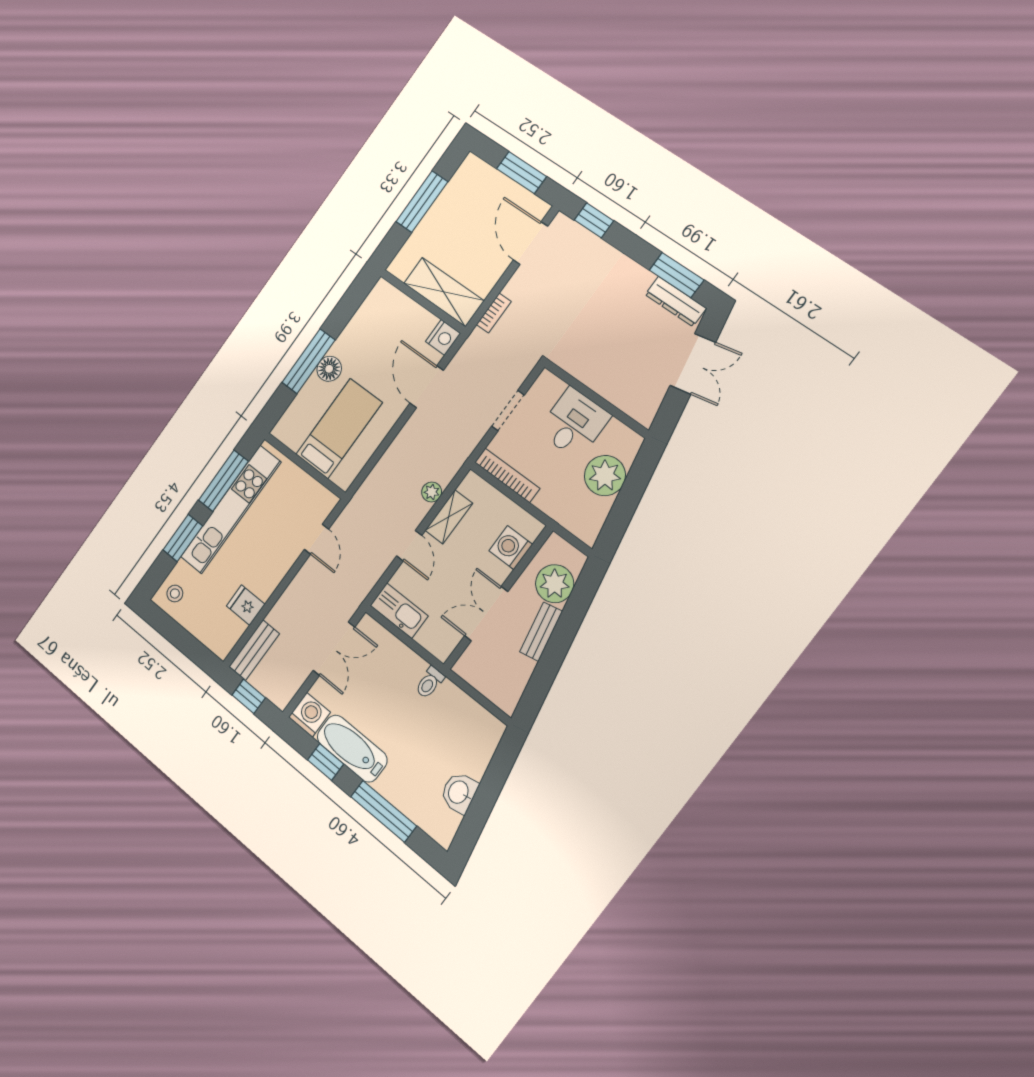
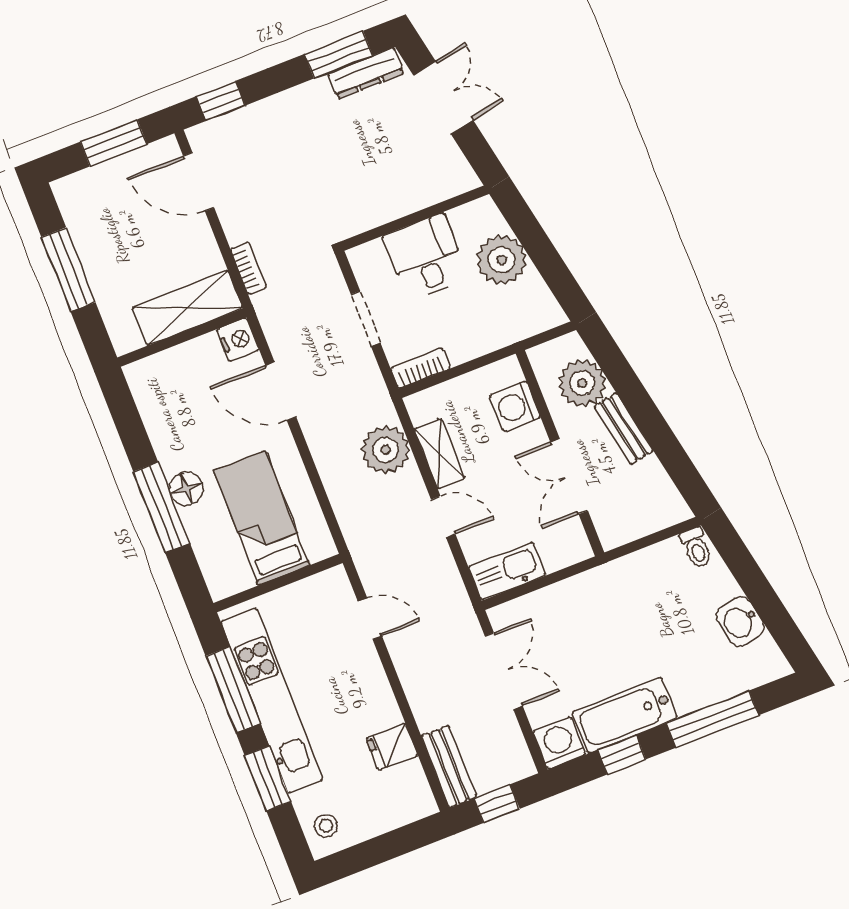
bookcase: (507, 475) -> (420, 368), width x0.64
plant: (432, 492) -> (386, 450), width x1.88, depth x1.88
toilet: (430, 683) -> (696, 548), moved

